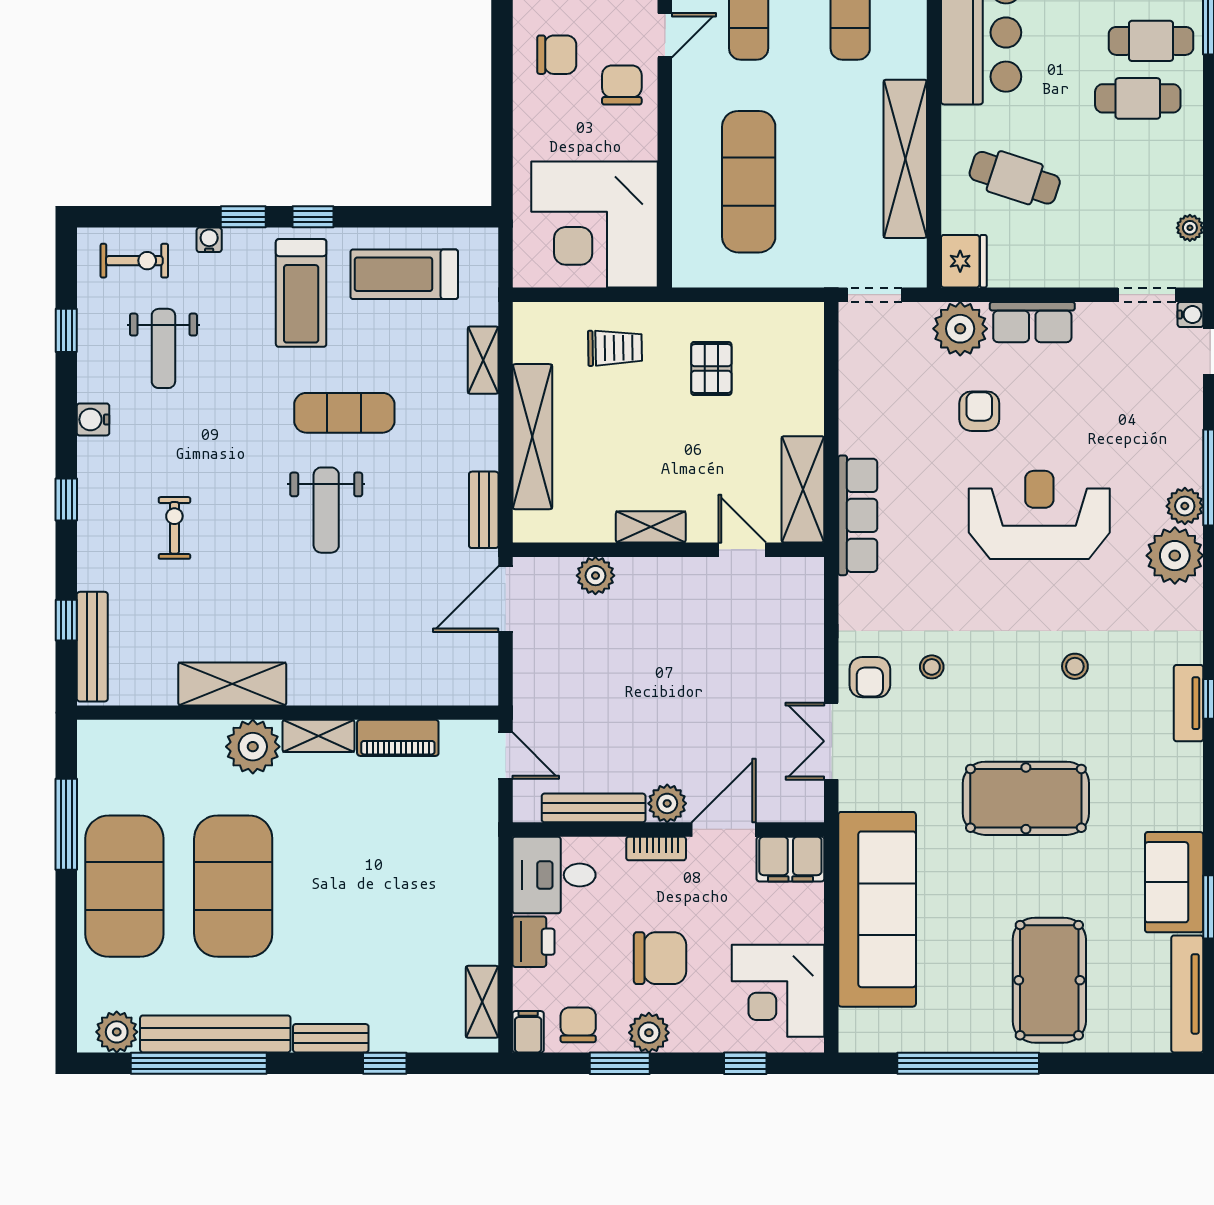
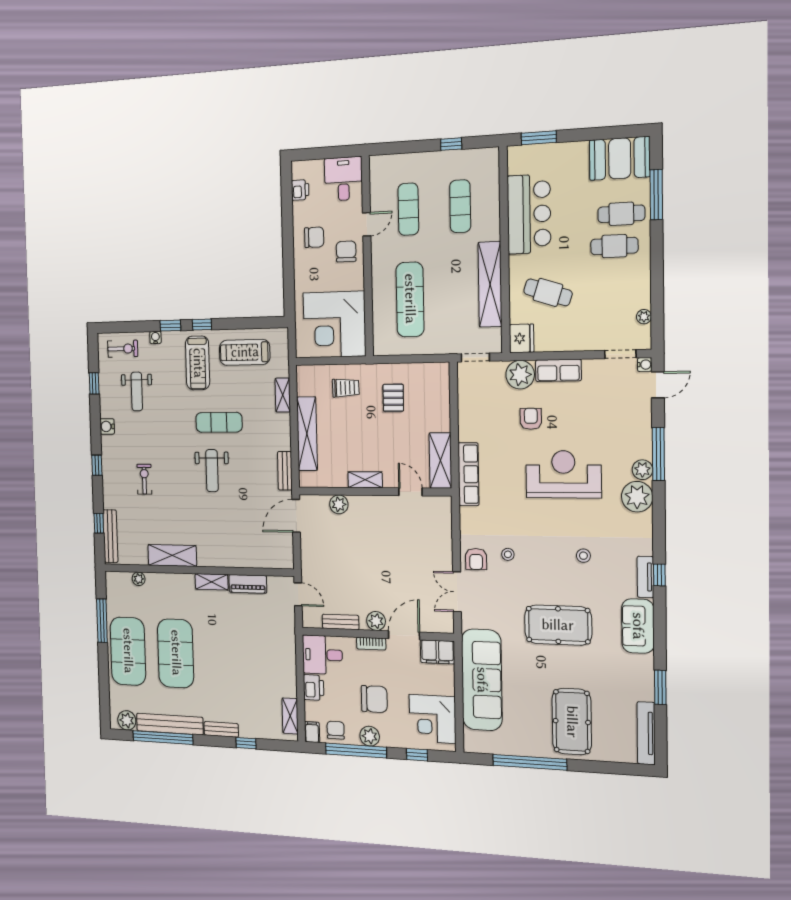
plant: (253, 747) -> (139, 579), moved, width x0.53, depth x0.53
bench: (594, 808) -> (341, 622), width x0.73
sofa: (1174, 882) -> (638, 626), moved
window: (620, 1063) -> (356, 751), width x2.11

